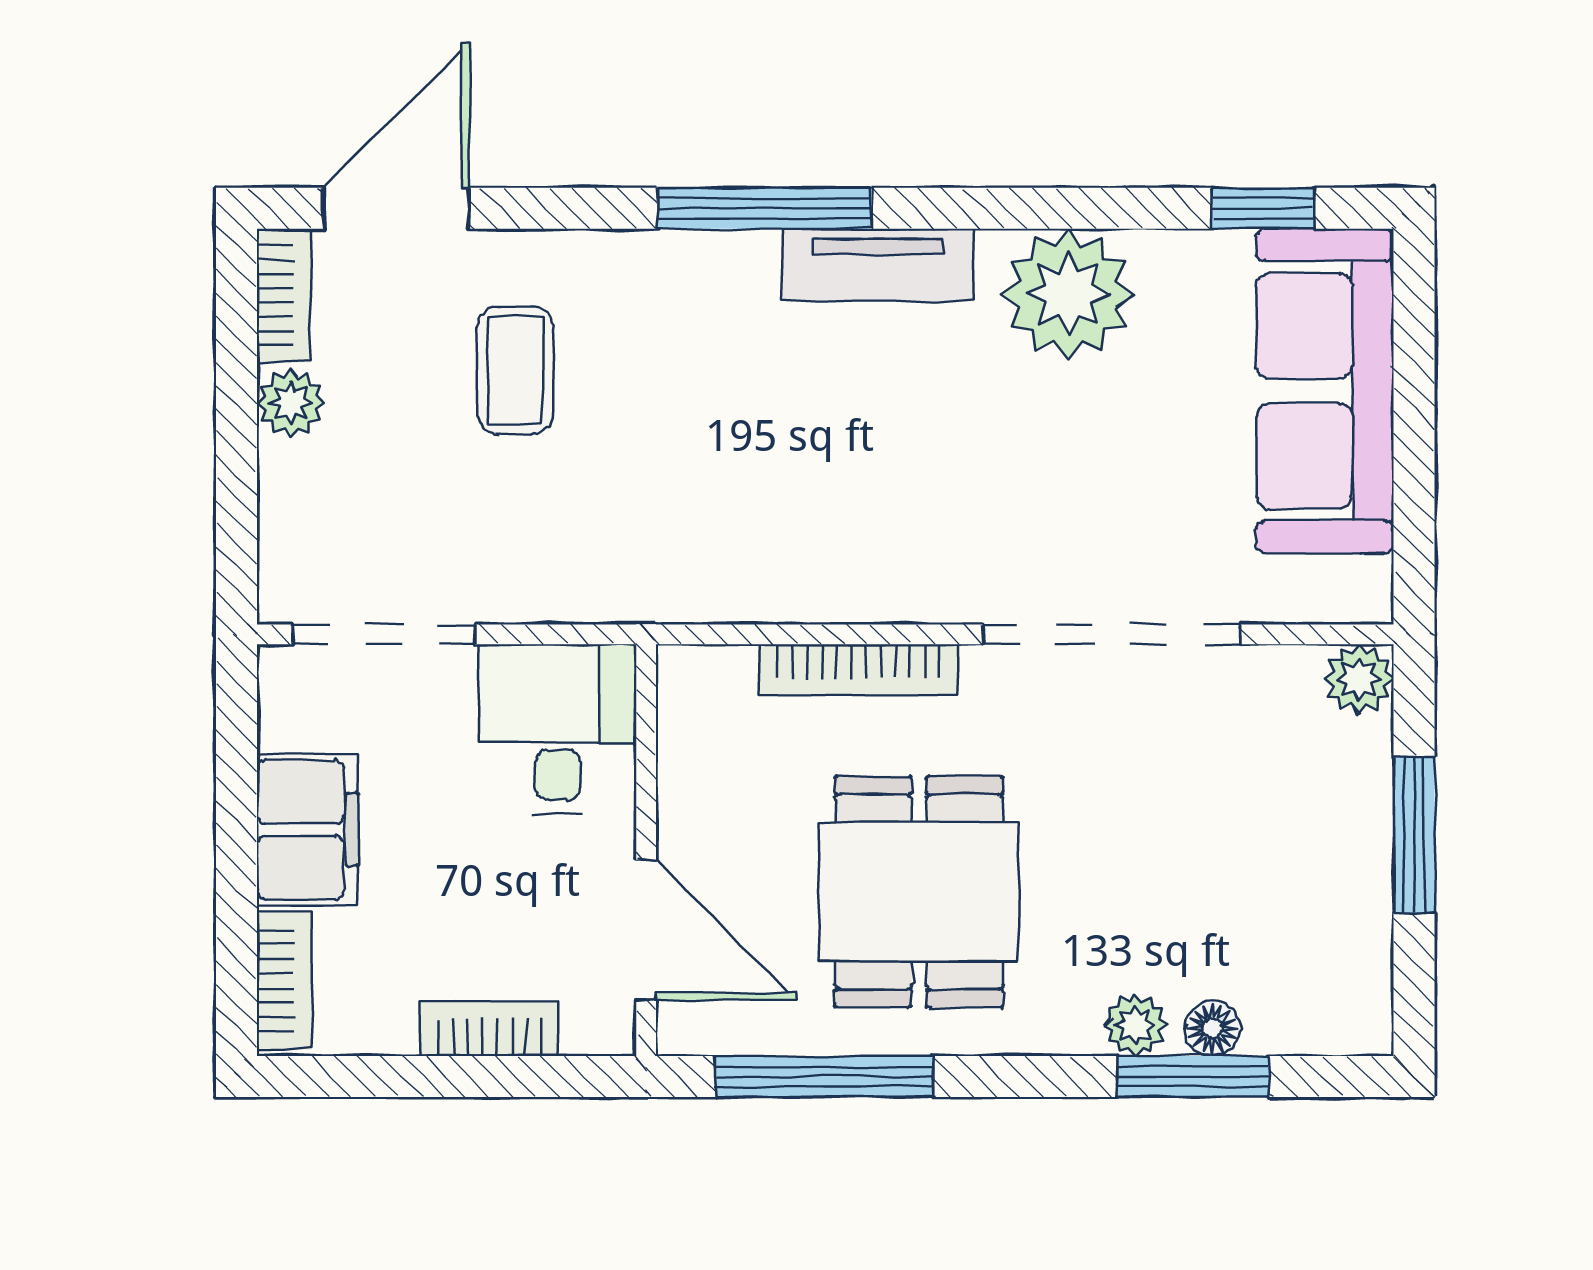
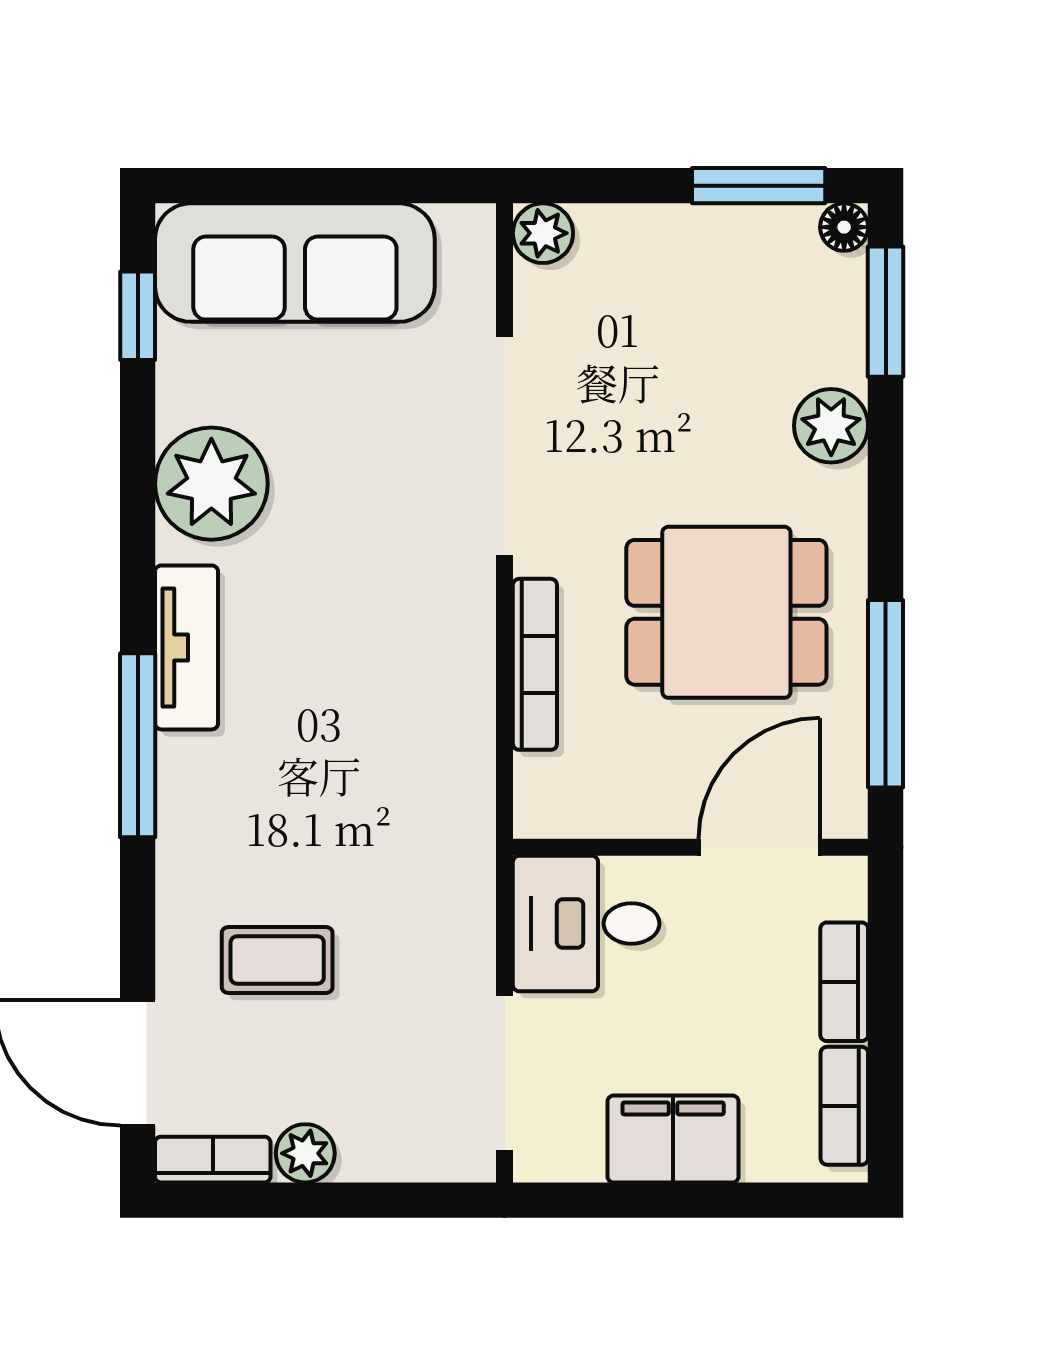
window: (1414, 835) -> (759, 186), moved
bookcase: (284, 981) -> (844, 1106), moved, turned -90
plant: (1135, 1025) -> (831, 426), width x1.38, depth x1.38
floor lamp: (1212, 1028) -> (844, 227), moved
window: (1193, 1076) -> (886, 312), moved

